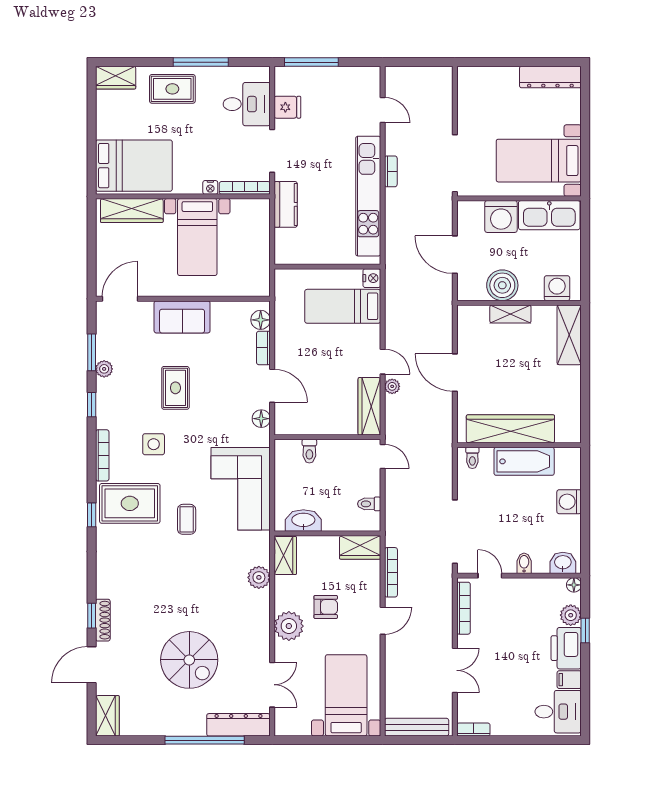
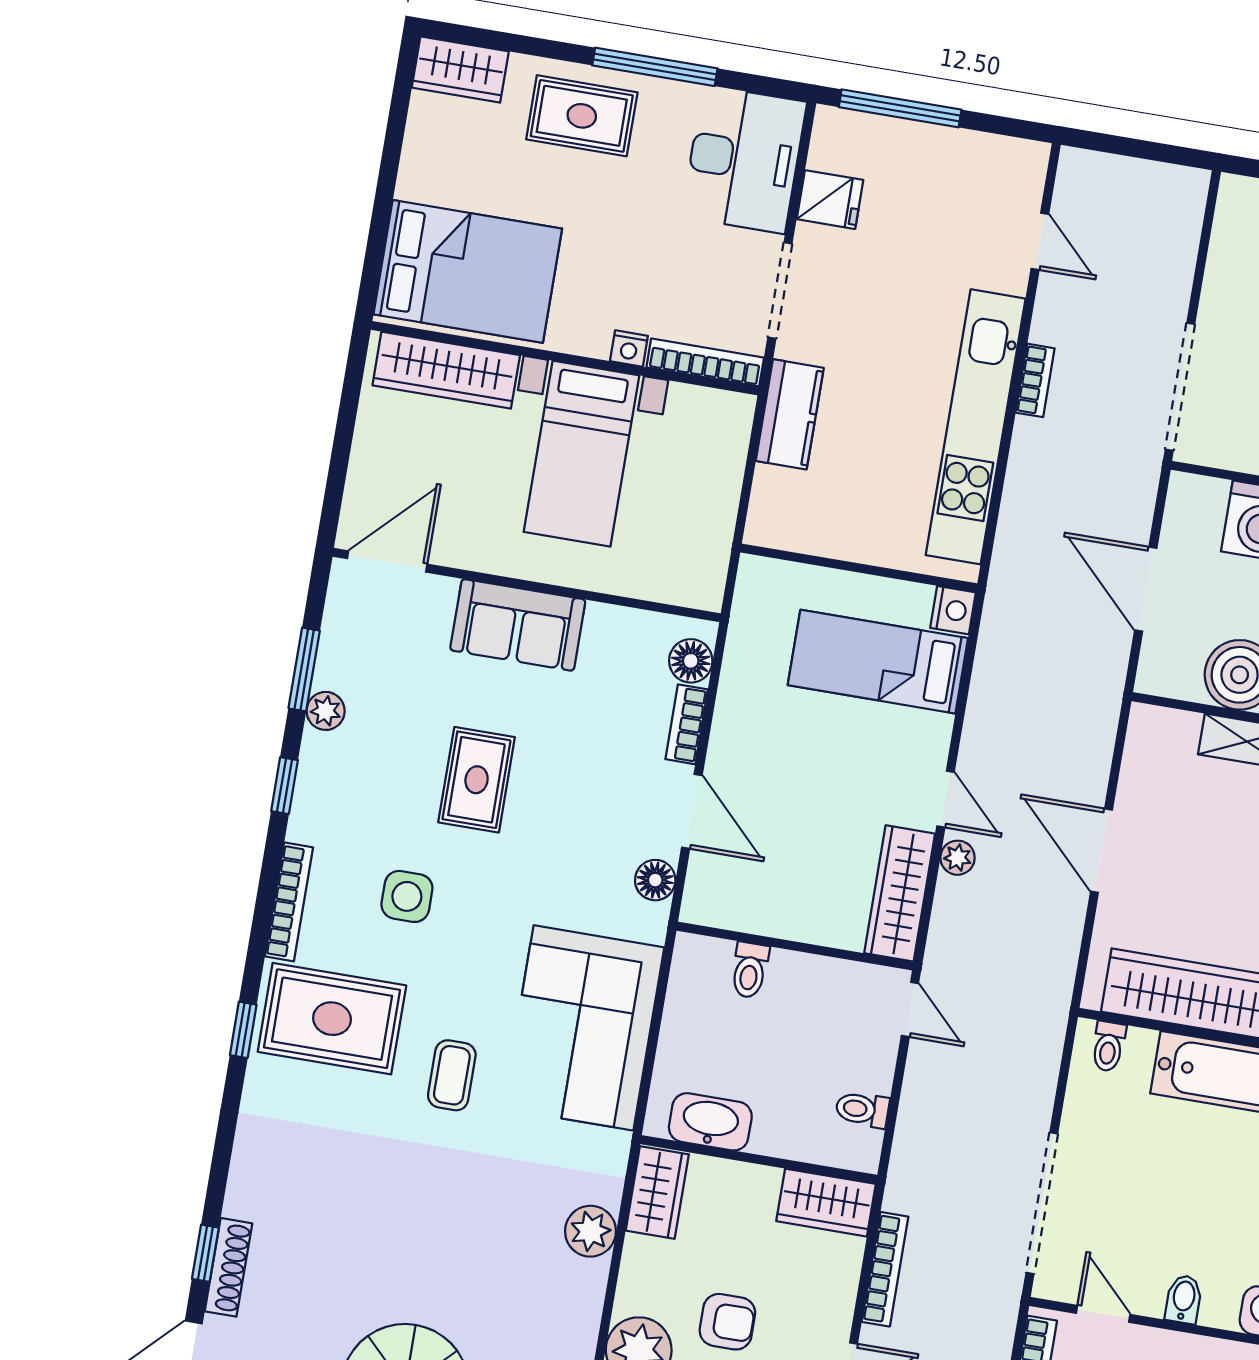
desk: (247, 104) -> (744, 159), width x1.37

